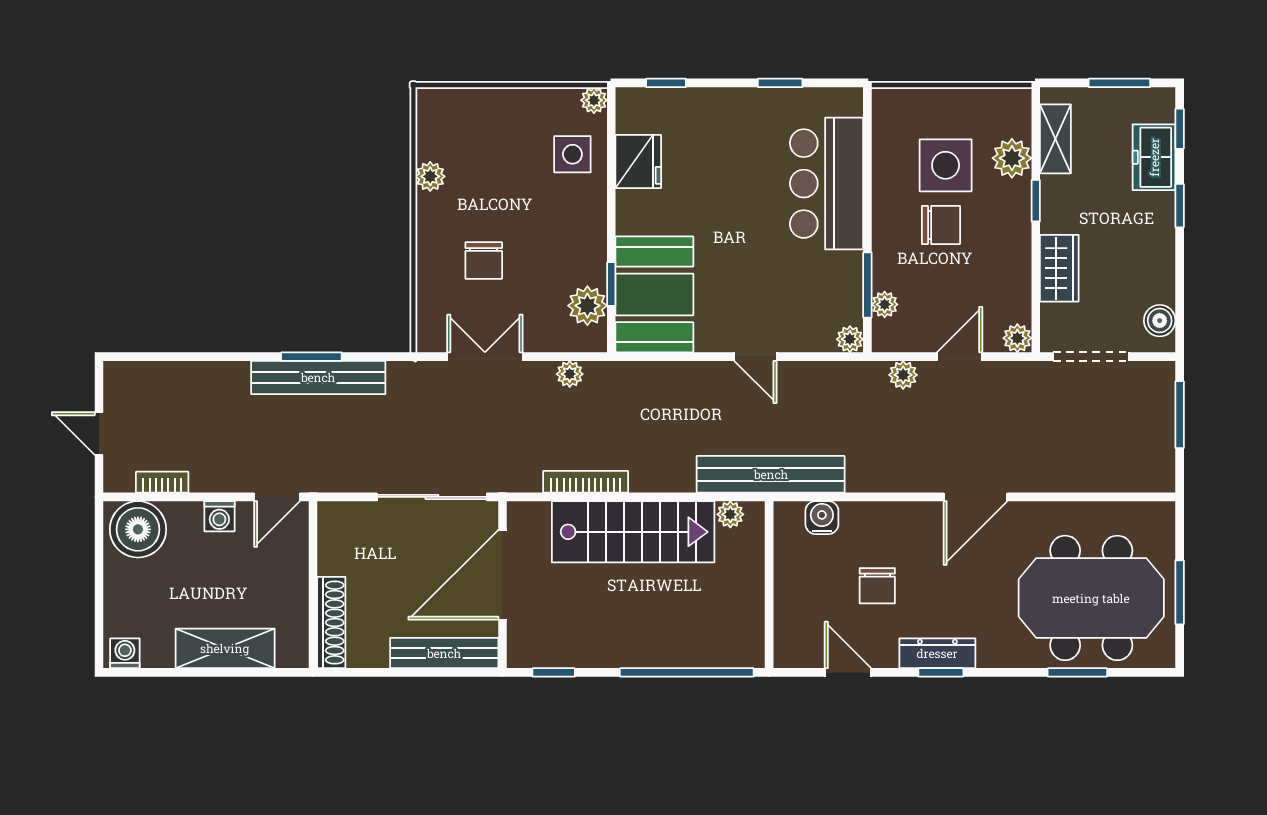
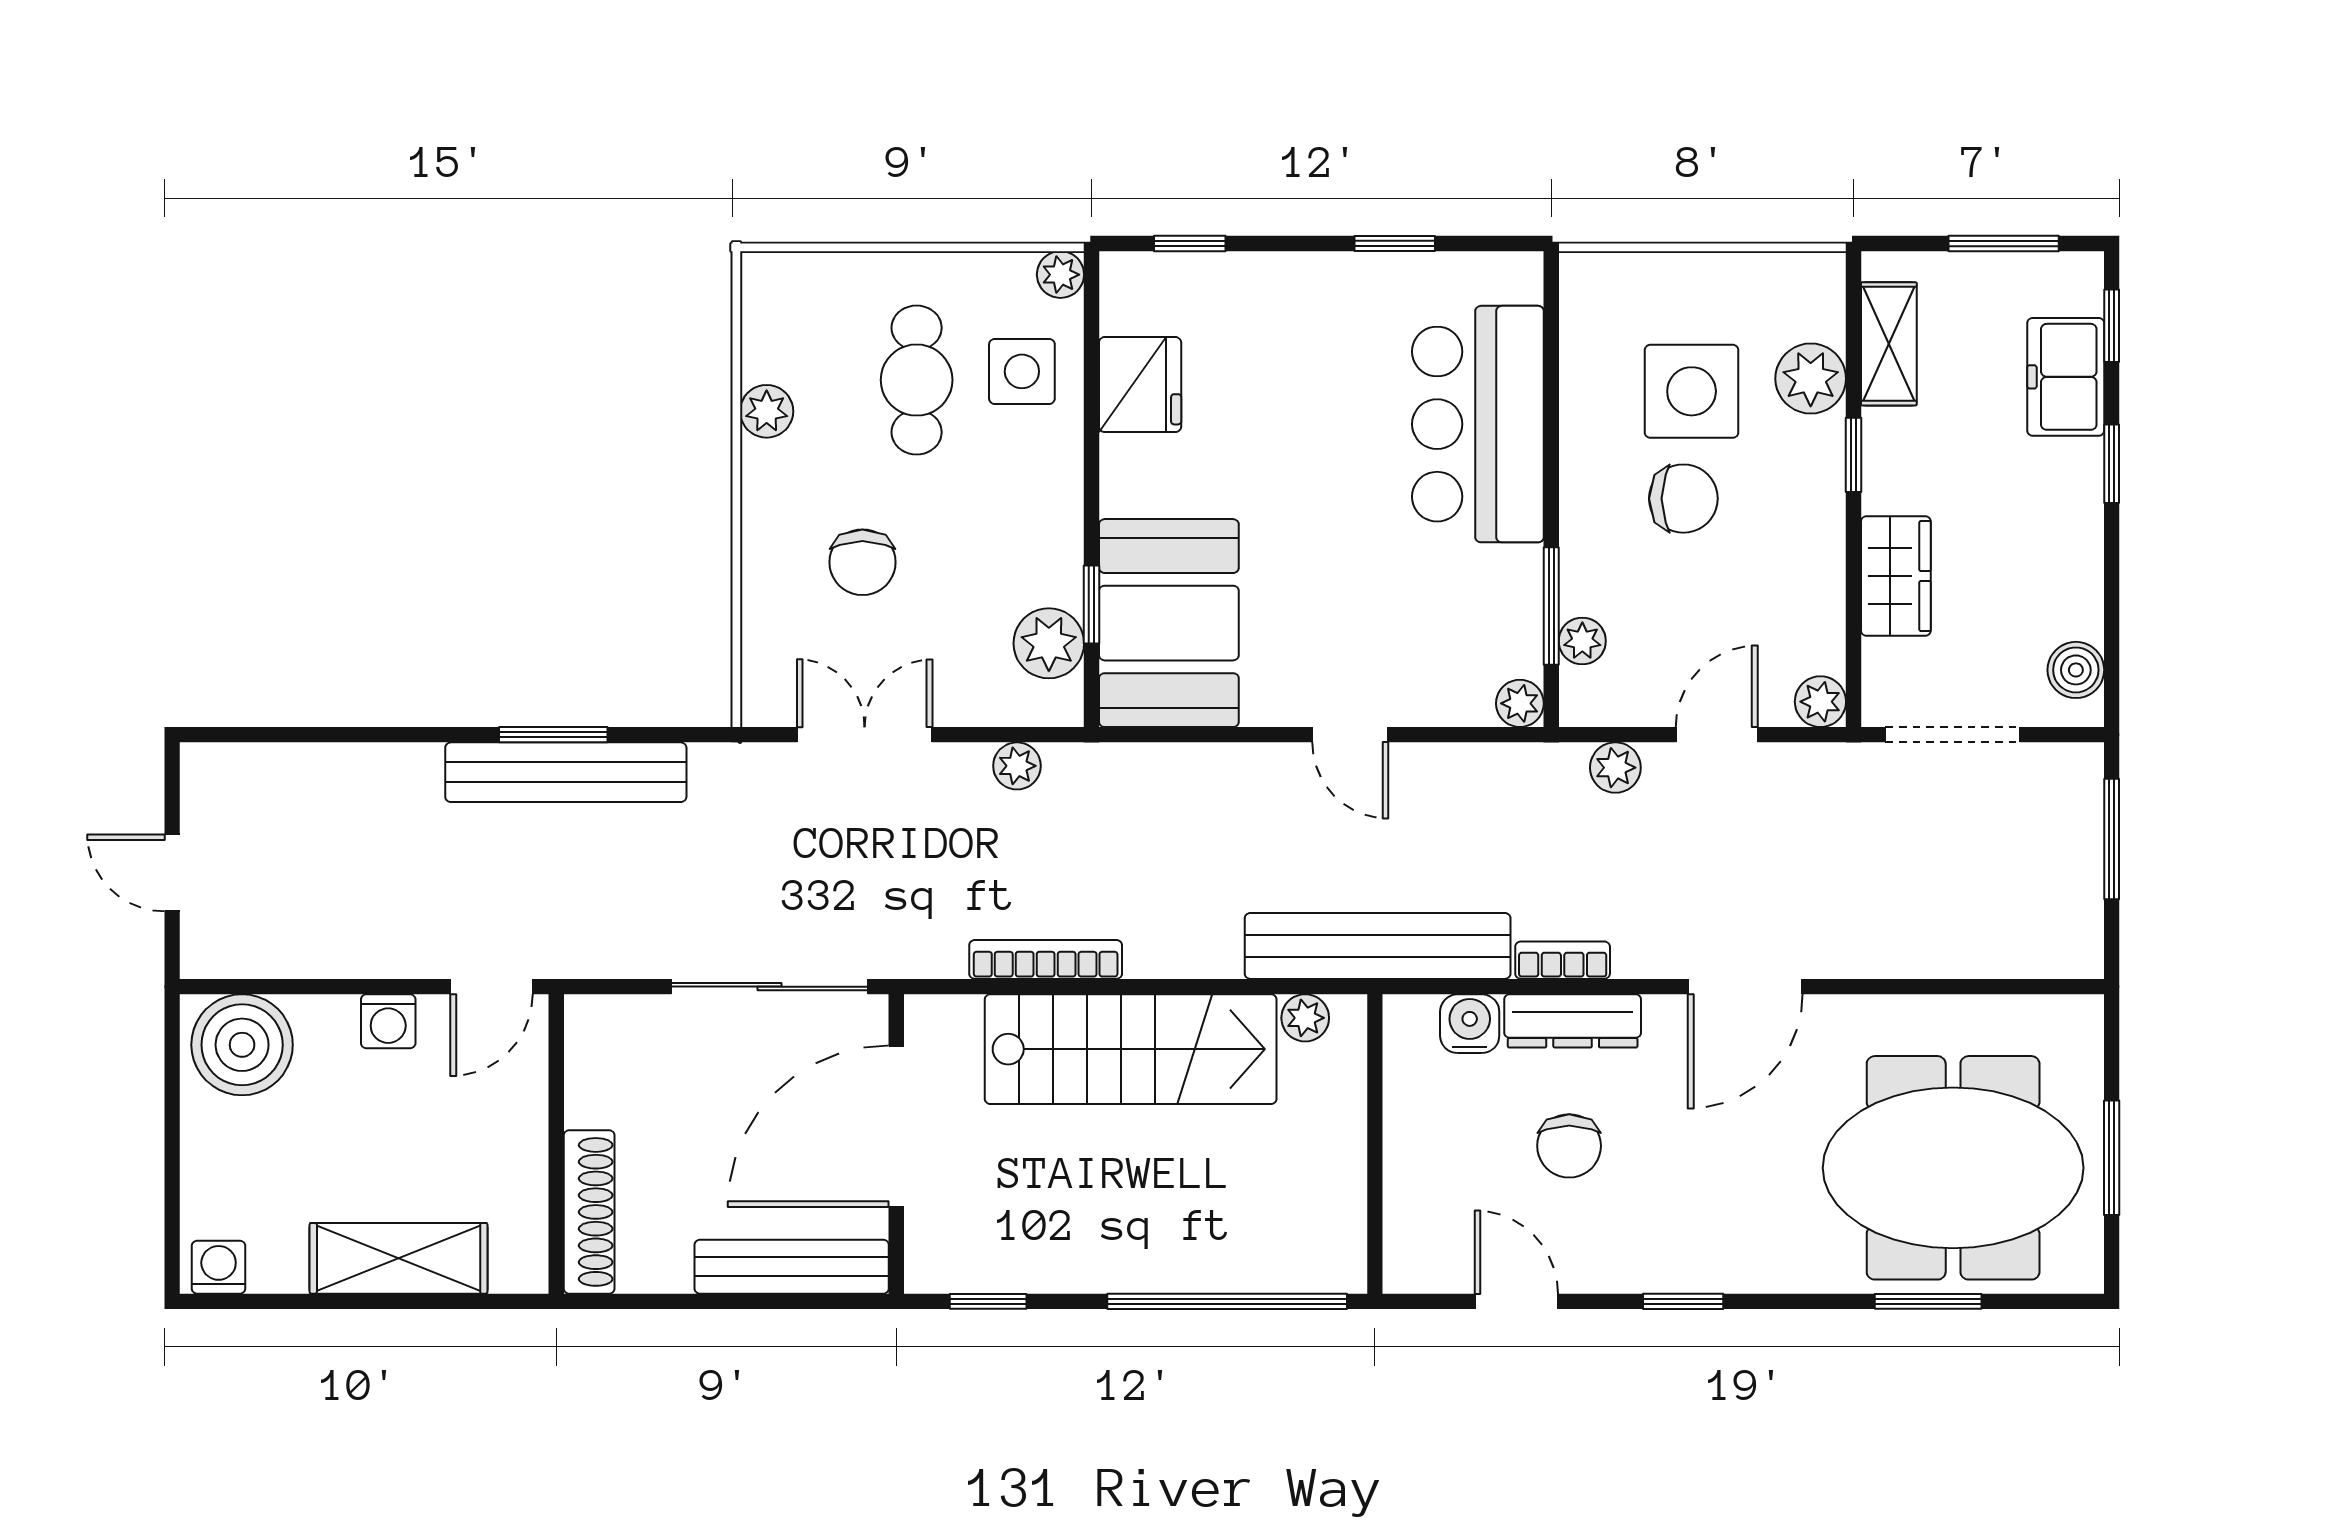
cafe table: (514, 159) -> (917, 380), added
bookcase: (162, 482) -> (1563, 960), moved
dresser: (937, 653) -> (1573, 1021), moved, turned 180

